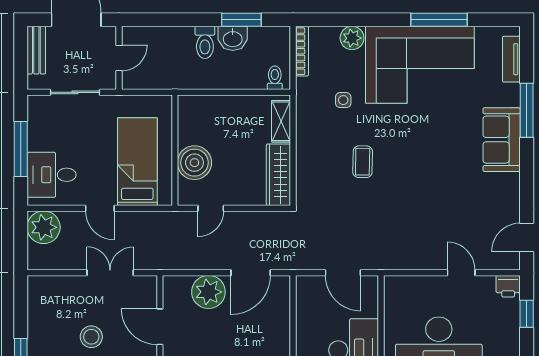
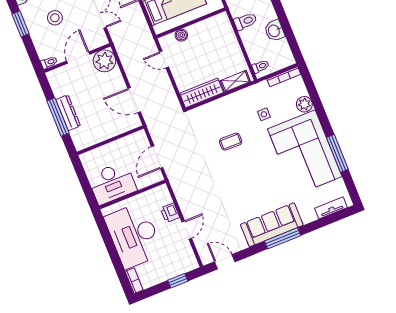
window: (241, 20) -> (288, 31), removed
toilet: (205, 42) -> (245, 21), moved, turned 180
window: (527, 110) -> (283, 238), moved
sofa: (502, 140) -> (272, 225), width x1.36
boiler: (194, 163) -> (181, 35), width x0.54, depth x0.54
printer: (508, 286) -> (170, 213), moved
plant: (208, 292) -> (104, 61), moved

